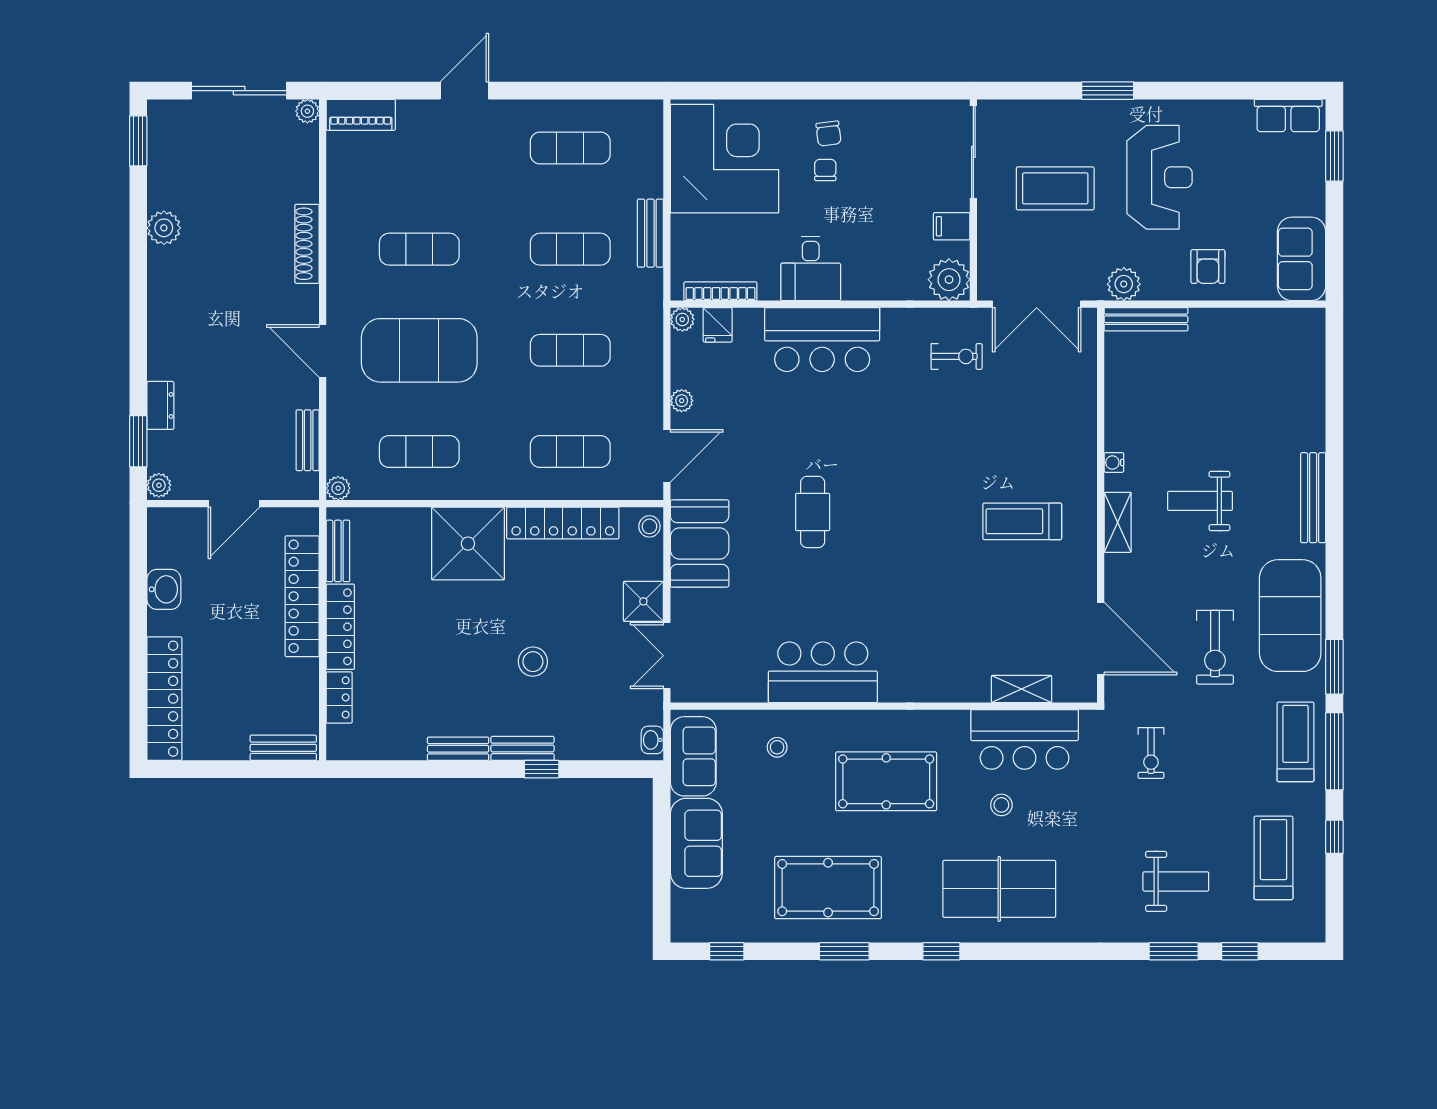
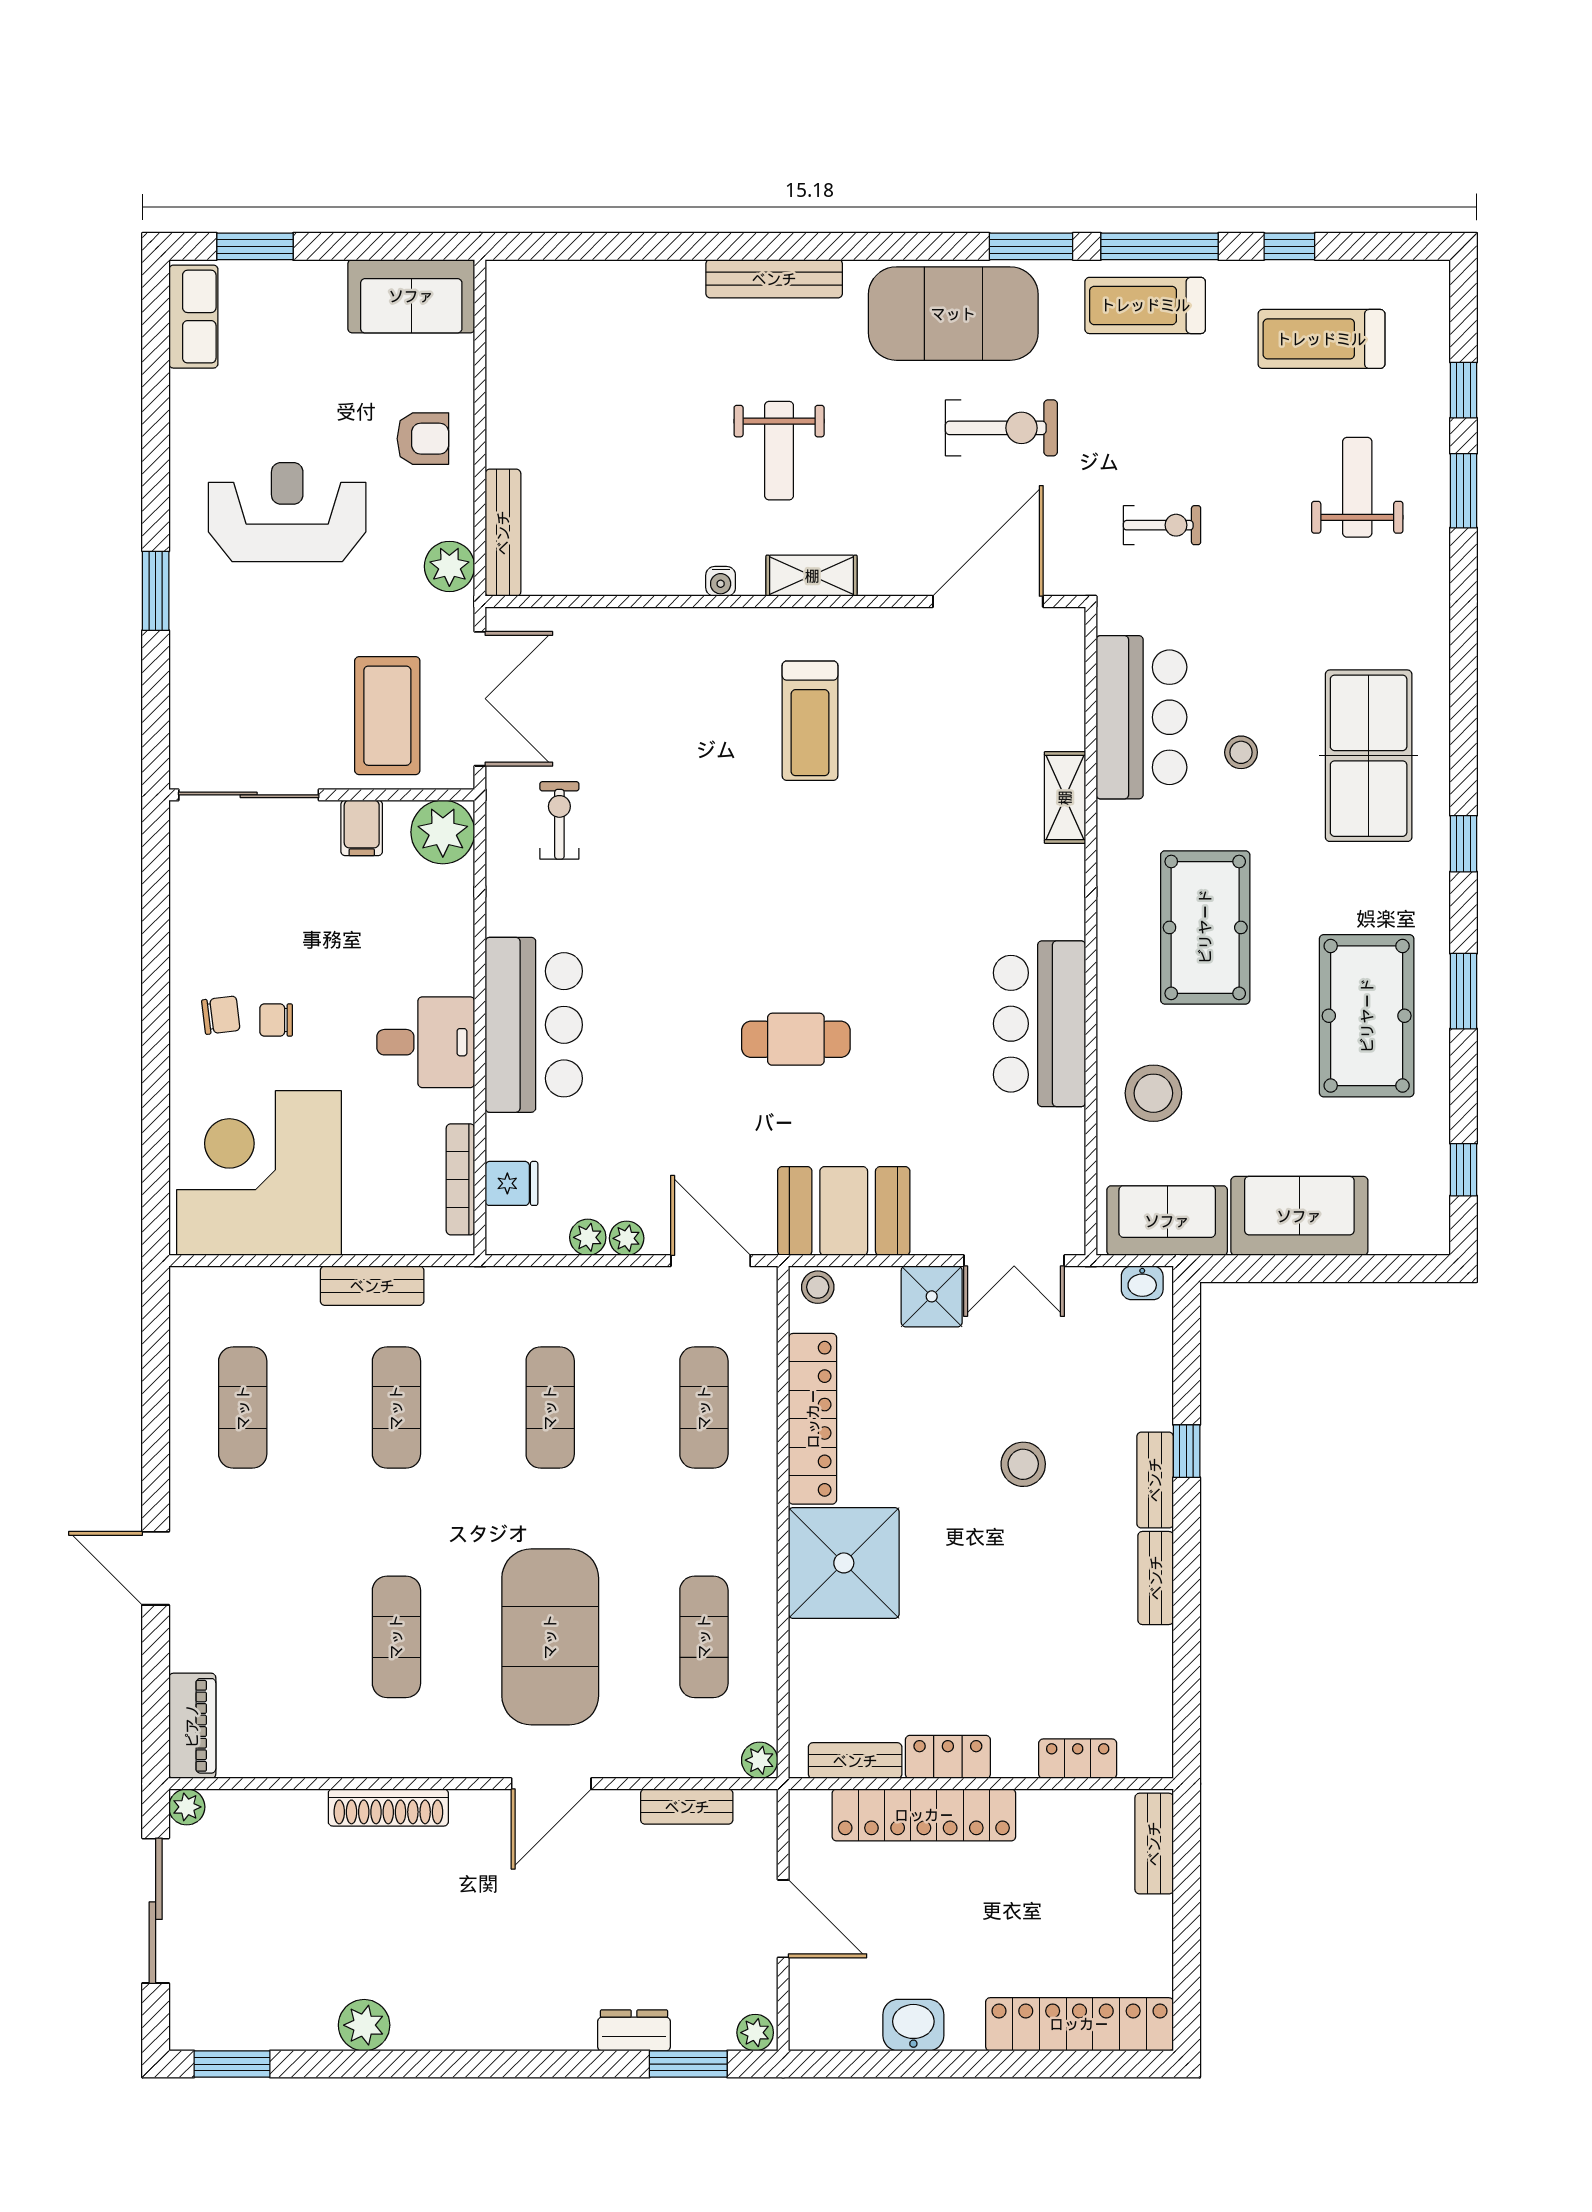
coffee table: (1055, 188) -> (387, 716), moved
plant: (682, 319) -> (588, 1237), moved
locker: (340, 627) -> (948, 1757), width x0.66
shelving: (1022, 689) -> (1065, 798), moved
stool: (777, 747) -> (1153, 1093), width x1.89, depth x1.89

